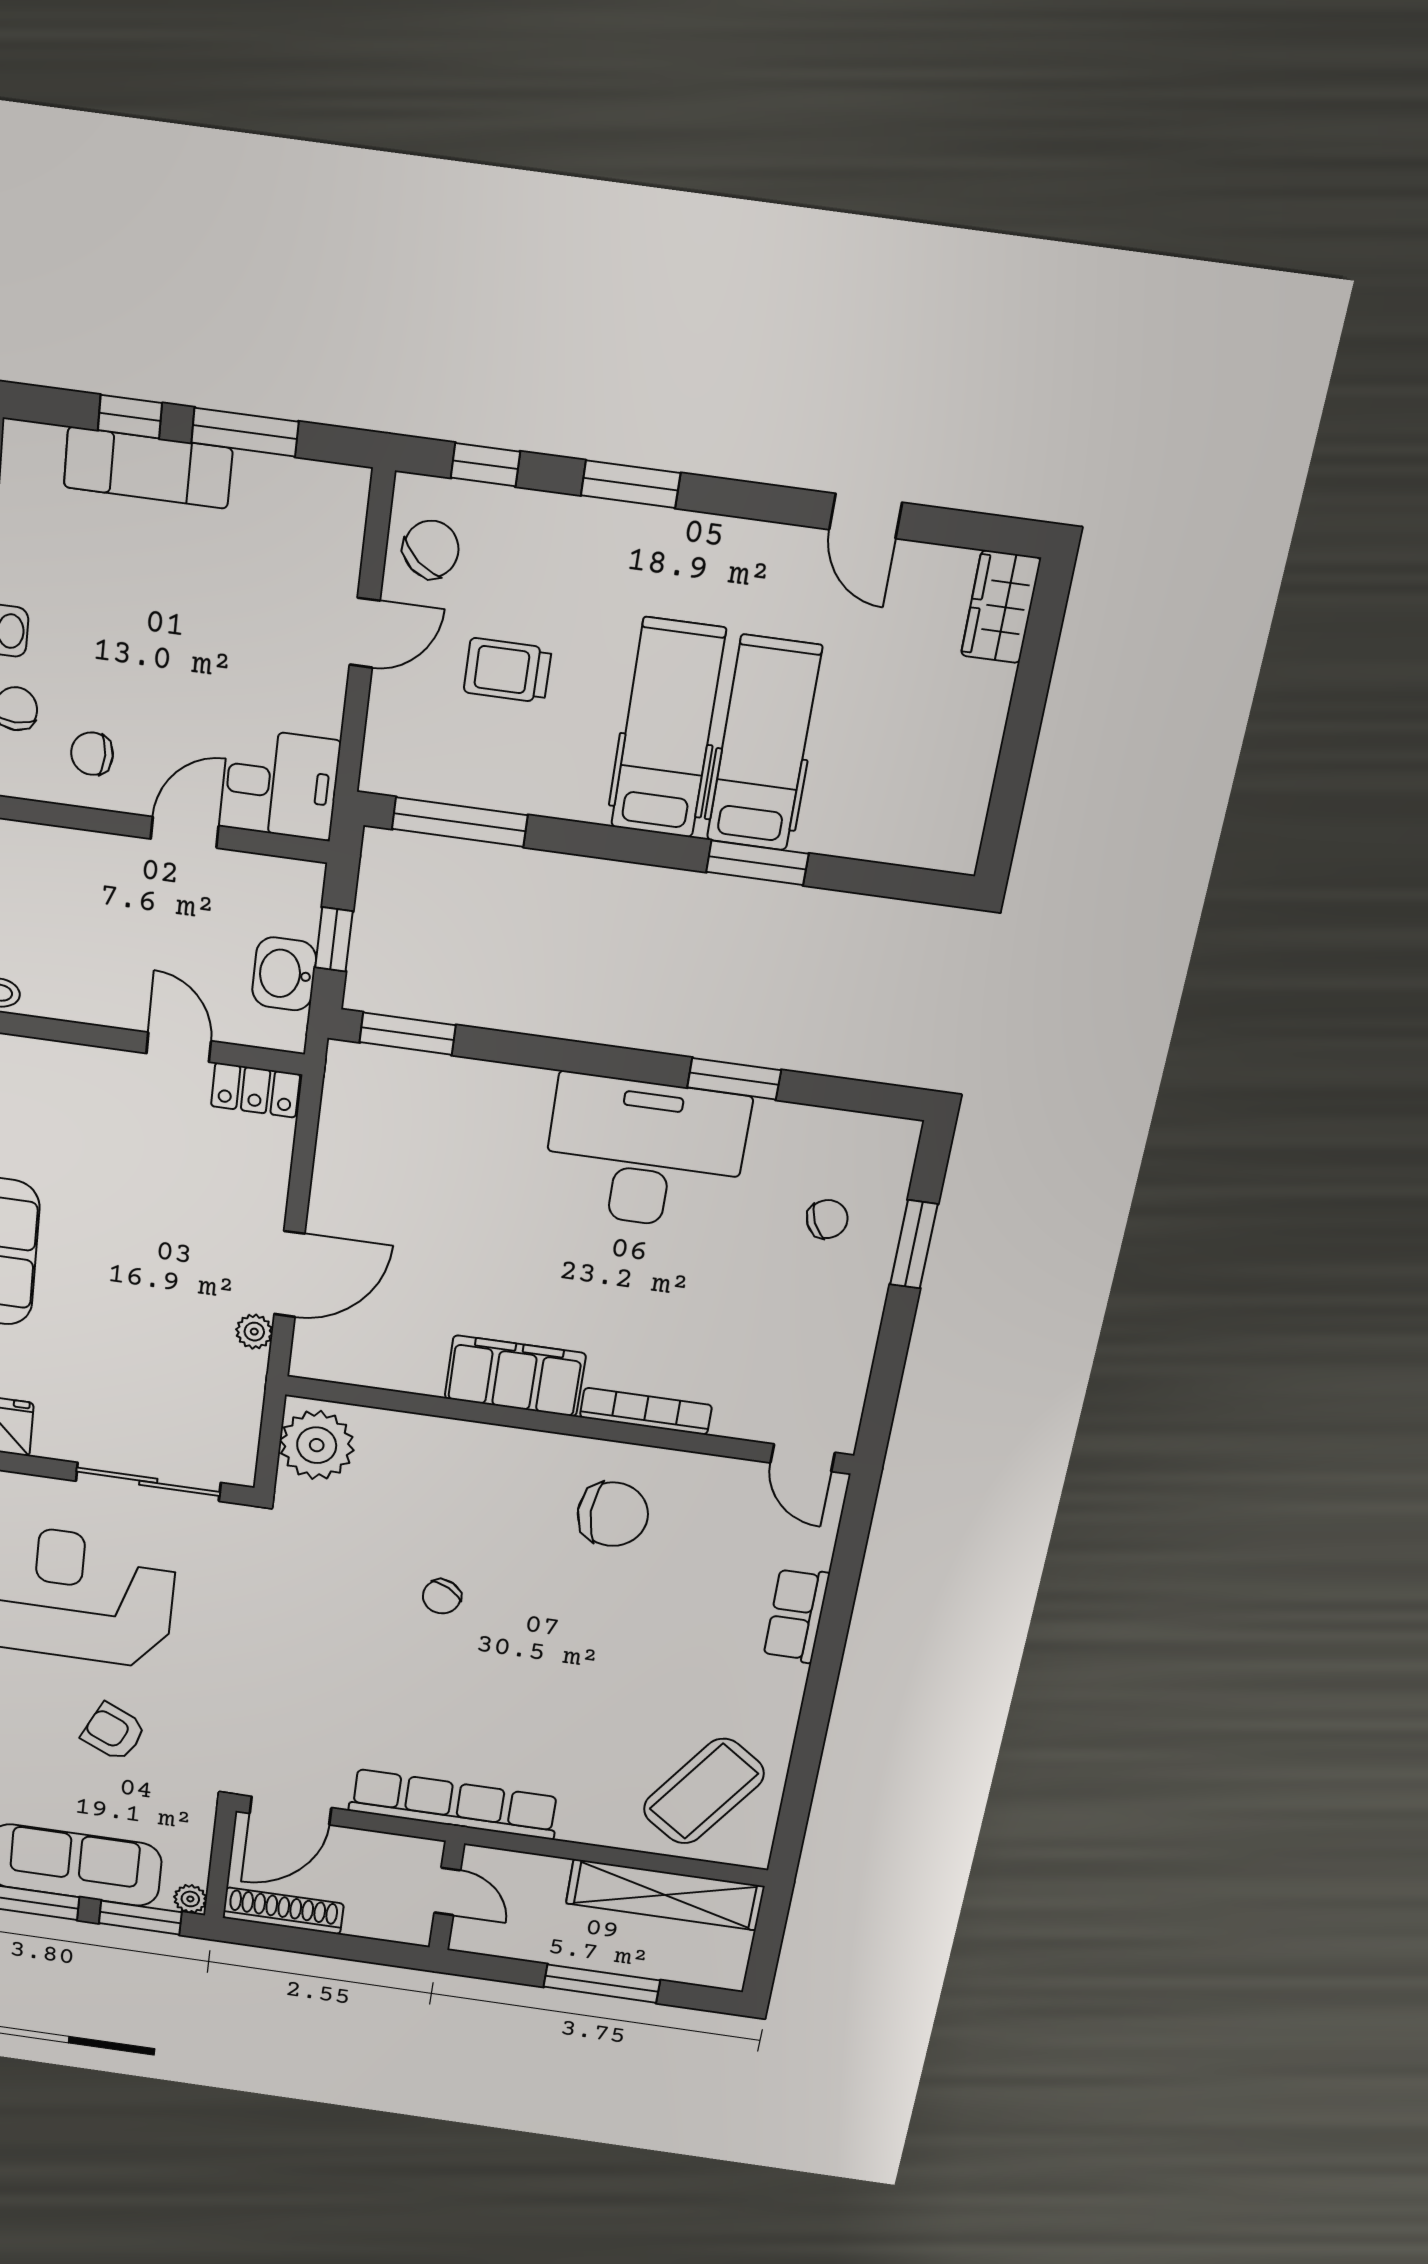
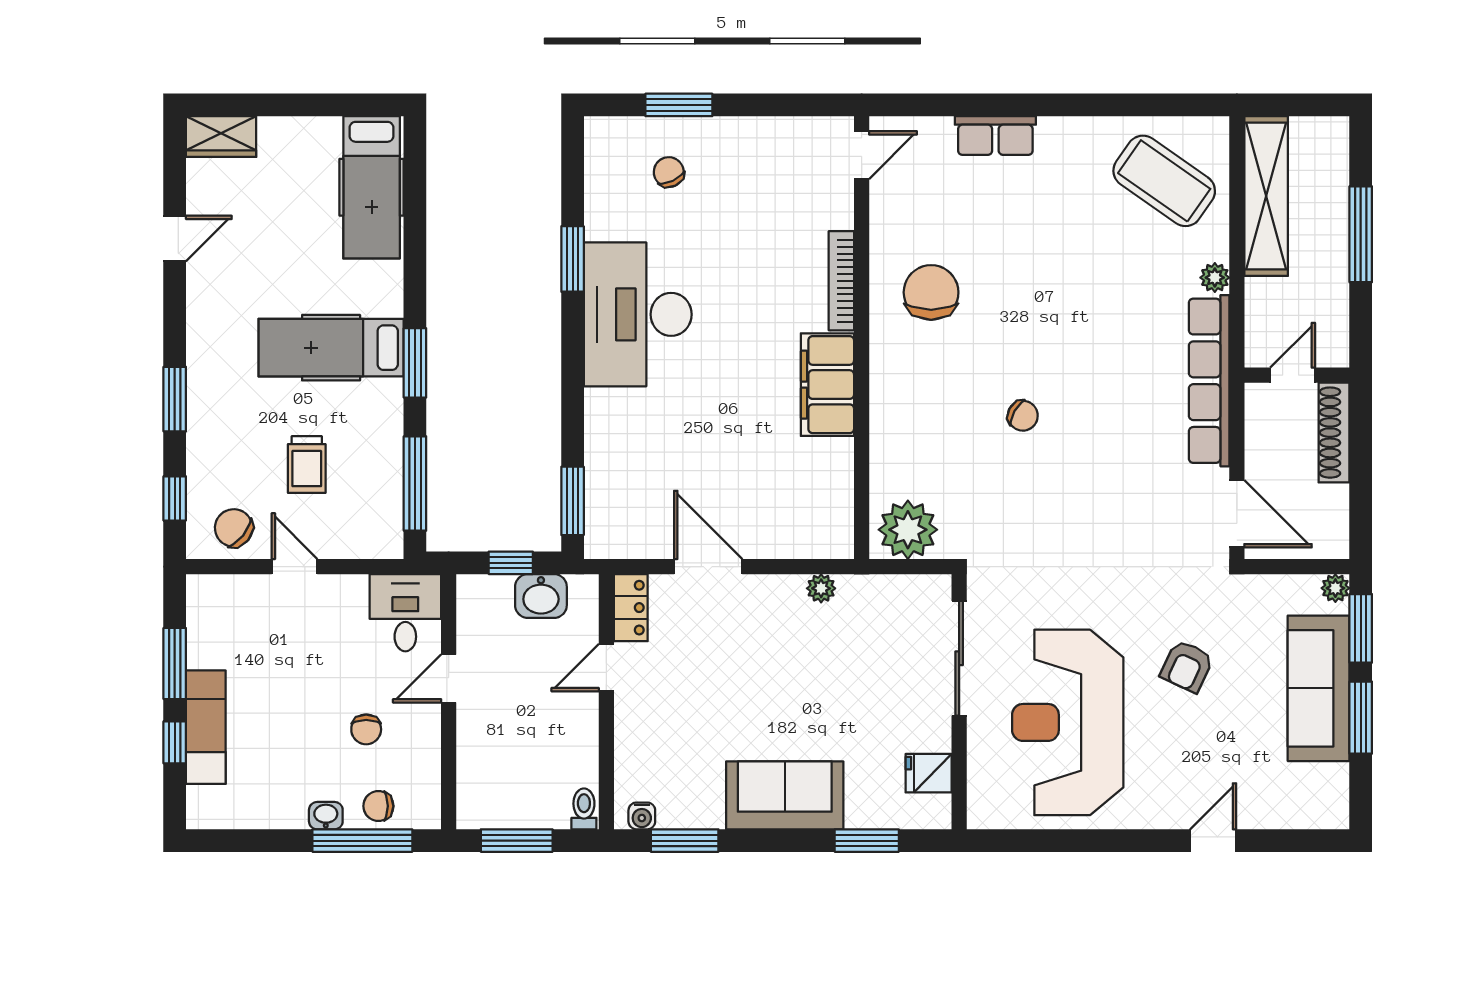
hospital bed: (764, 744) -> (372, 187), moved, turned -90
chair: (92, 754) -> (366, 729), moved
door: (185, 832) -> (449, 678), hinge flipped
window: (757, 863) -> (415, 363), moved
door: (289, 1274) -> (708, 567), moved
plant: (577, 1828) -> (1215, 278), added
shoe rack: (283, 1911) -> (1334, 433), moved

